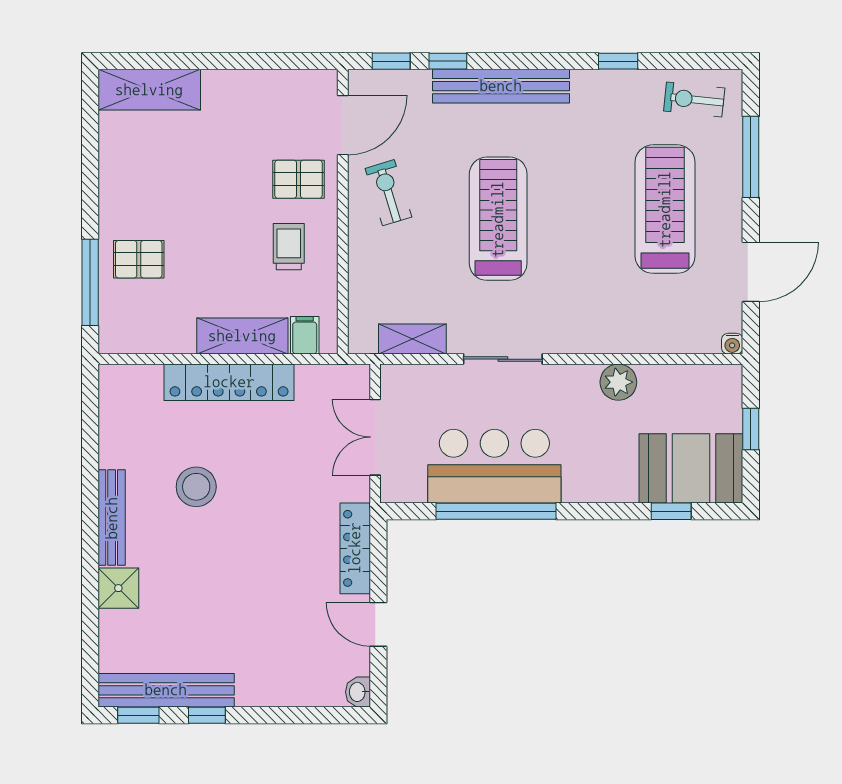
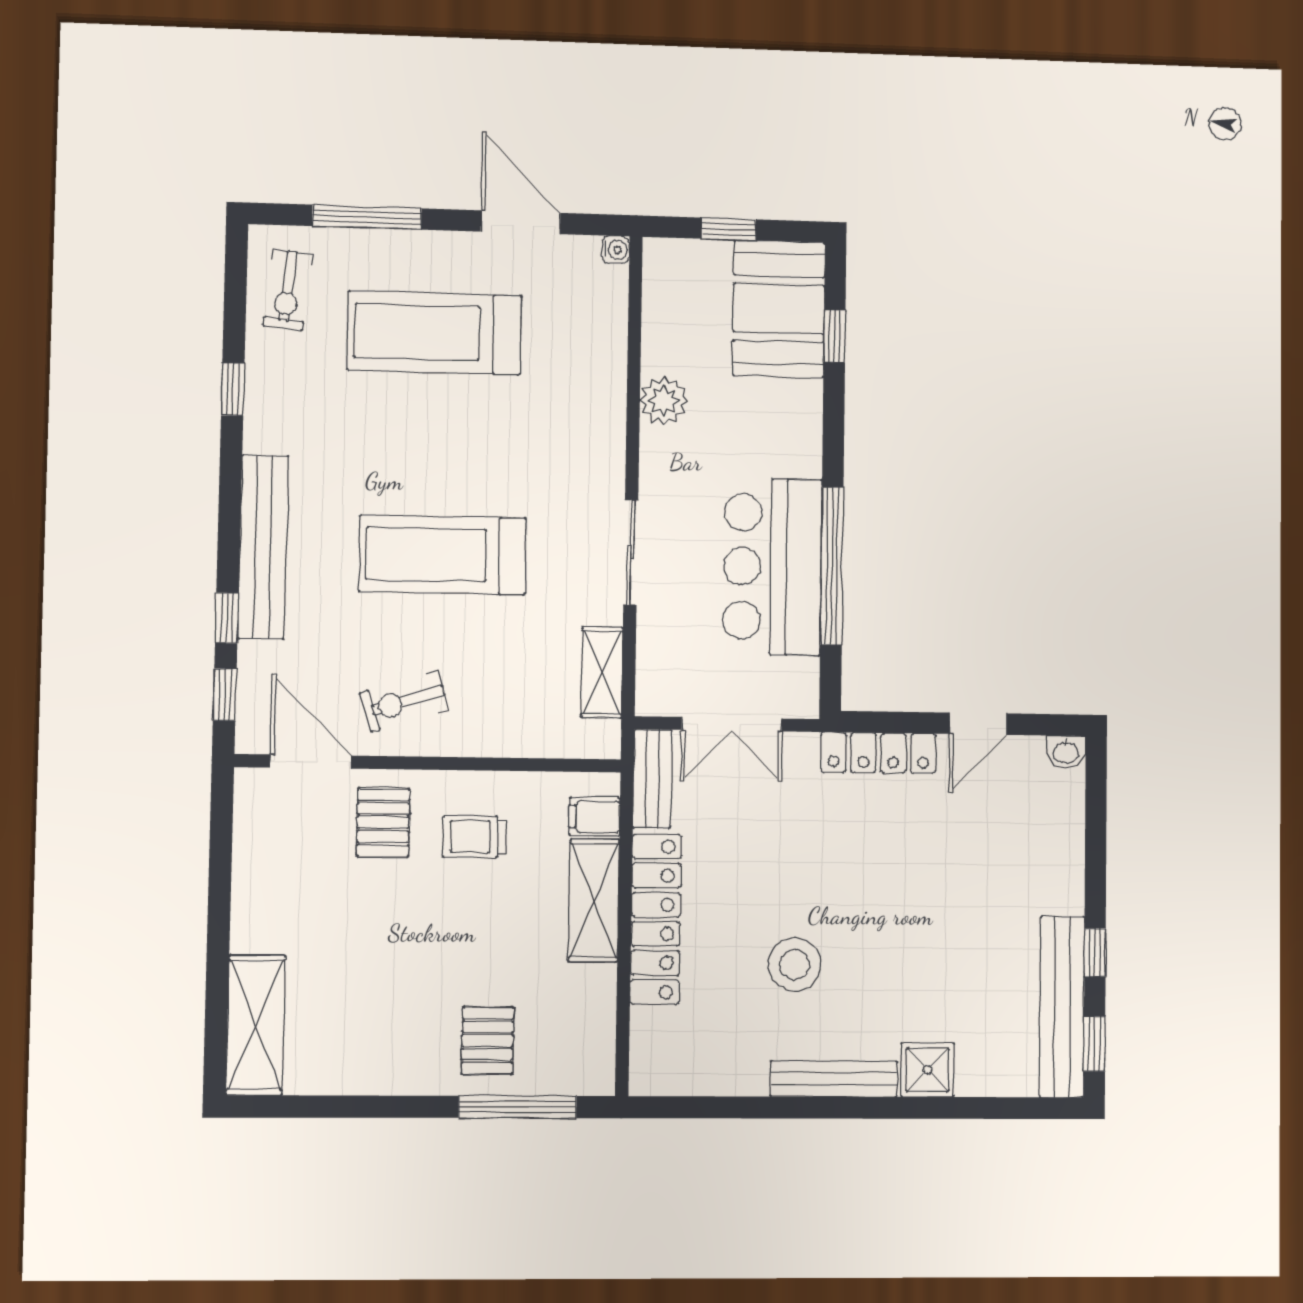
bench: (333, 378) -> (652, 779), added

